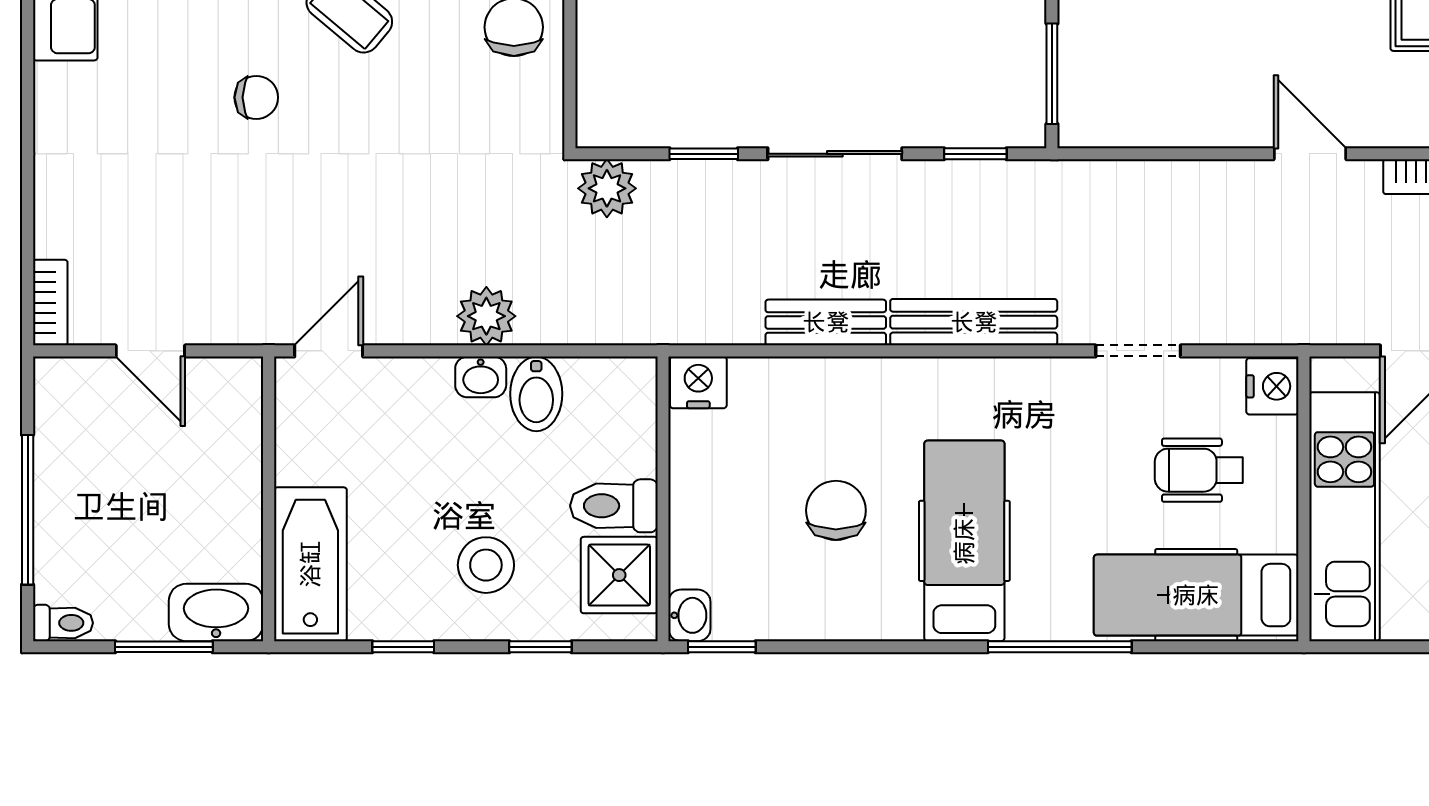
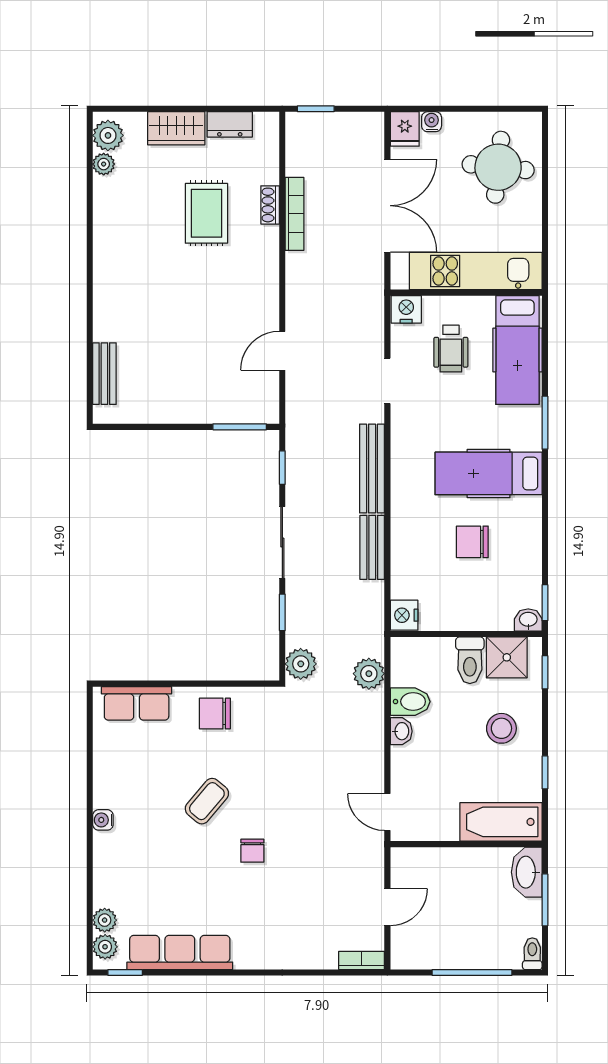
chair: (256, 97) -> (252, 851), turned 180
door: (1310, 154) -> (282, 351), moved
plant: (486, 316) -> (369, 674), moved
window: (540, 647) -> (545, 672), moved
window: (1060, 647) -> (545, 423), width x0.69

